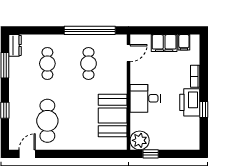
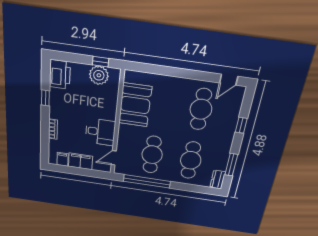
cafe table: (47, 64) -> (191, 160), width x1.37, depth x1.35
cafe table: (88, 64) -> (152, 155), width x1.37, depth x1.35
desk: (145, 98) -> (100, 132), moved
printer: (190, 102) -> (60, 74), moved
plant: (140, 140) -> (99, 75), moved

